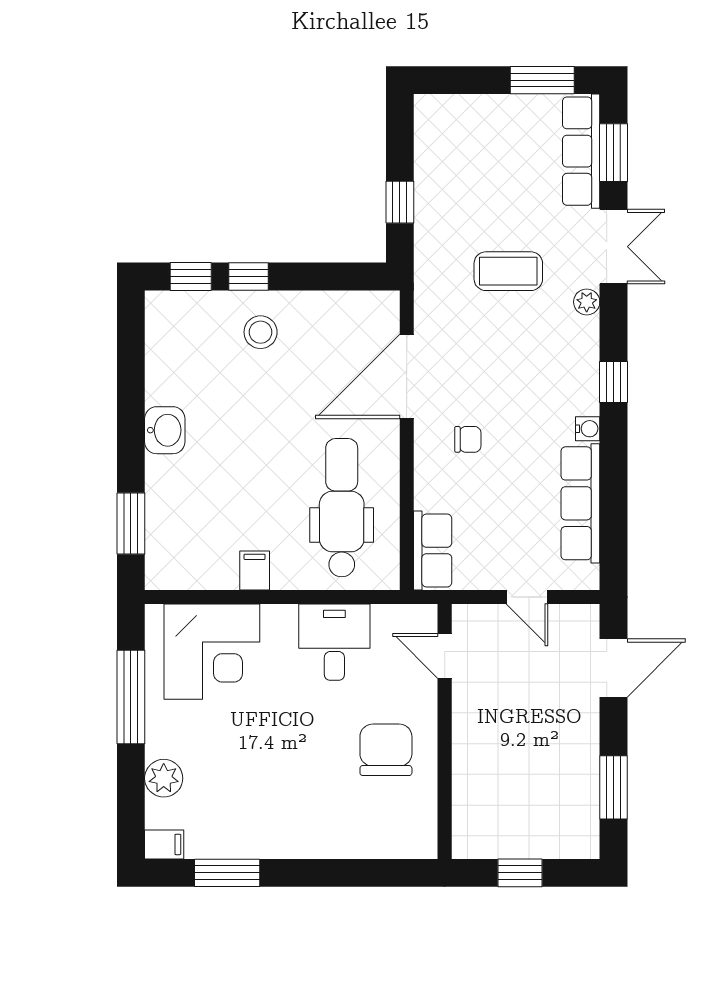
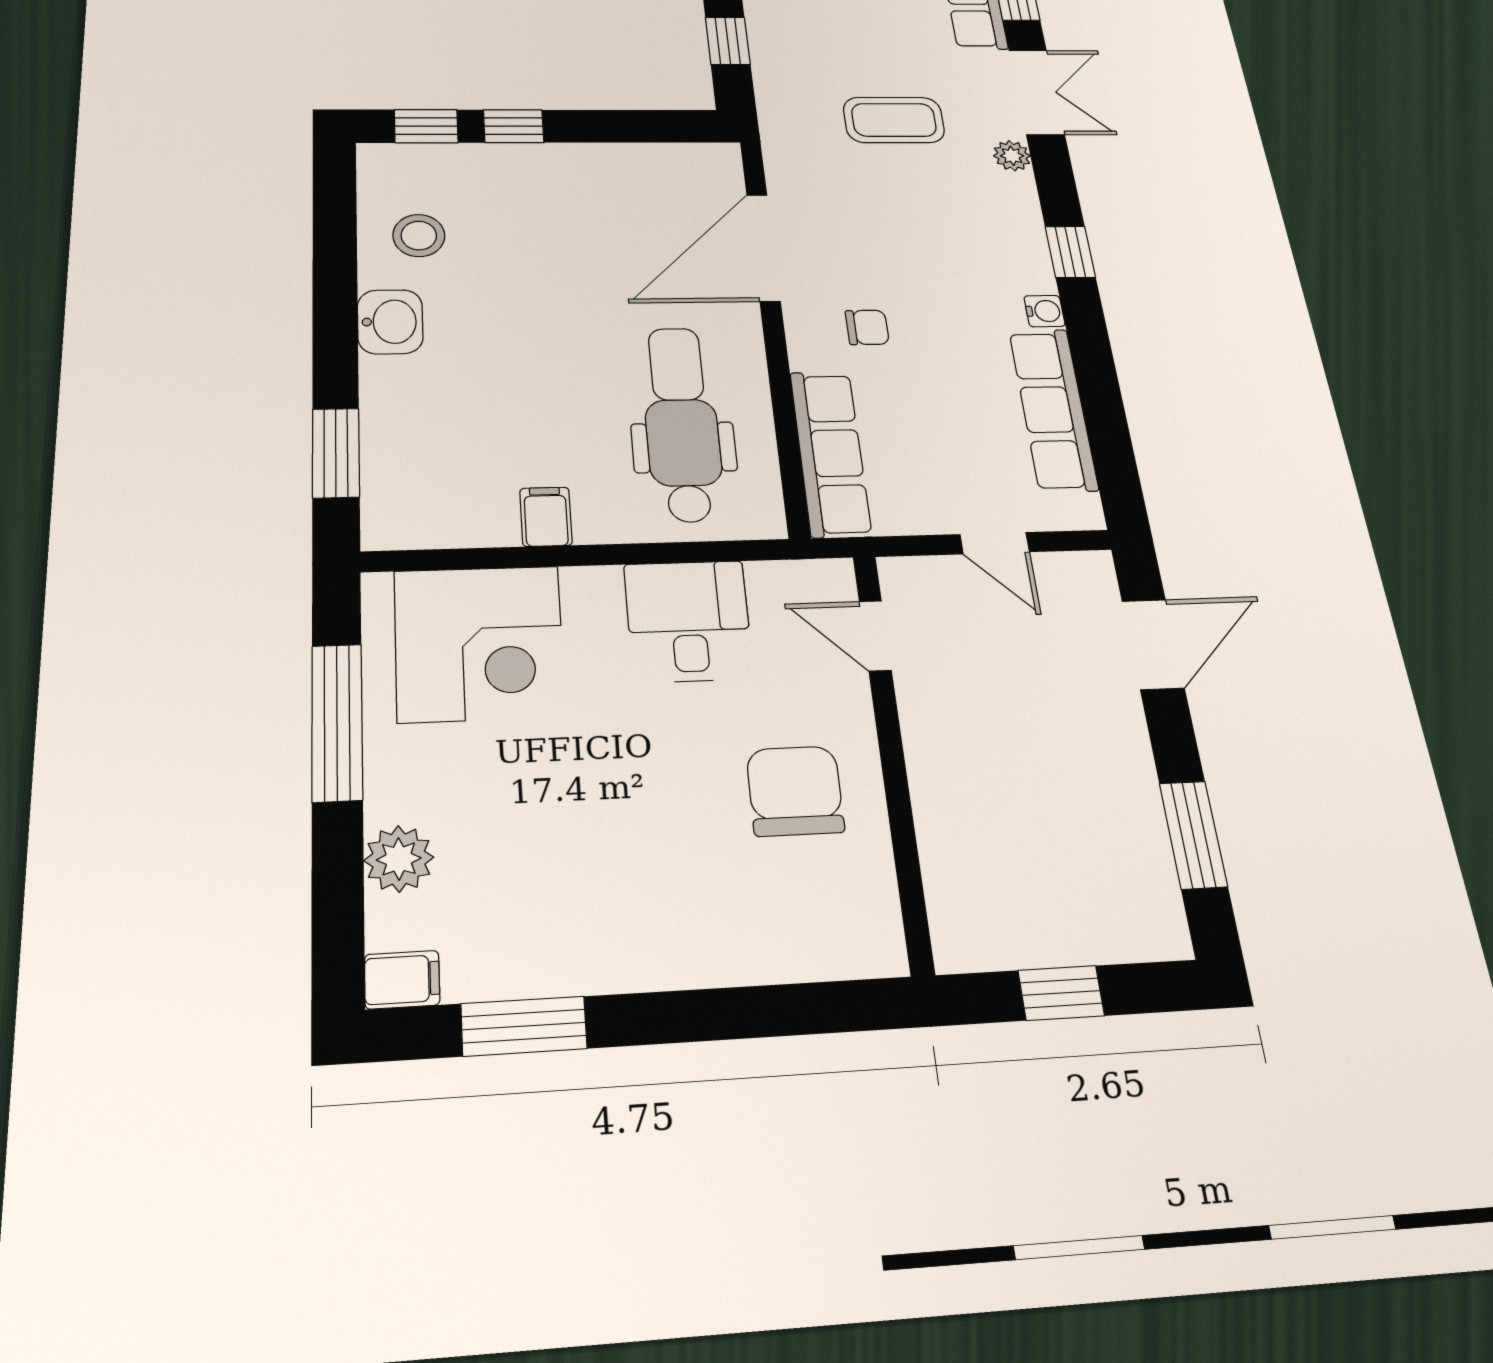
stool: (261, 332) -> (419, 236), moved
row of seats: (433, 550) -> (830, 453), width x1.48

